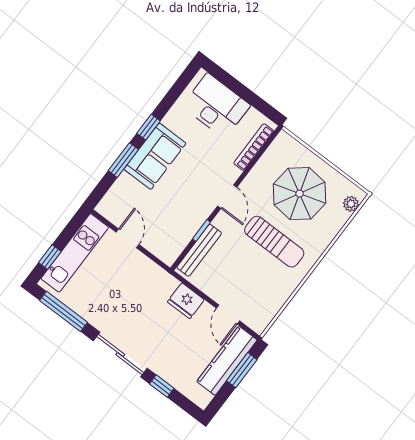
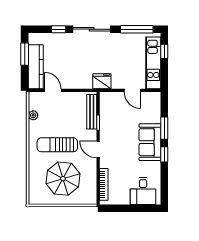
desk: (216, 106) -> (143, 191), width x0.73
plant: (351, 204) -> (33, 115), moved
fridge: (186, 301) -> (102, 81), moved
window: (242, 370) -> (25, 54), moved

